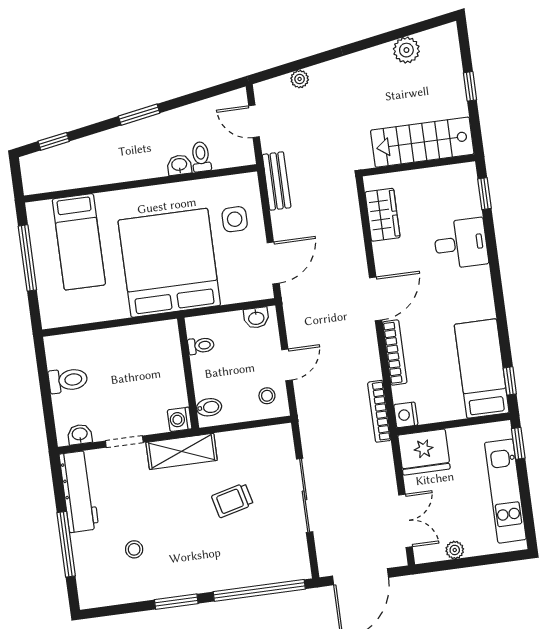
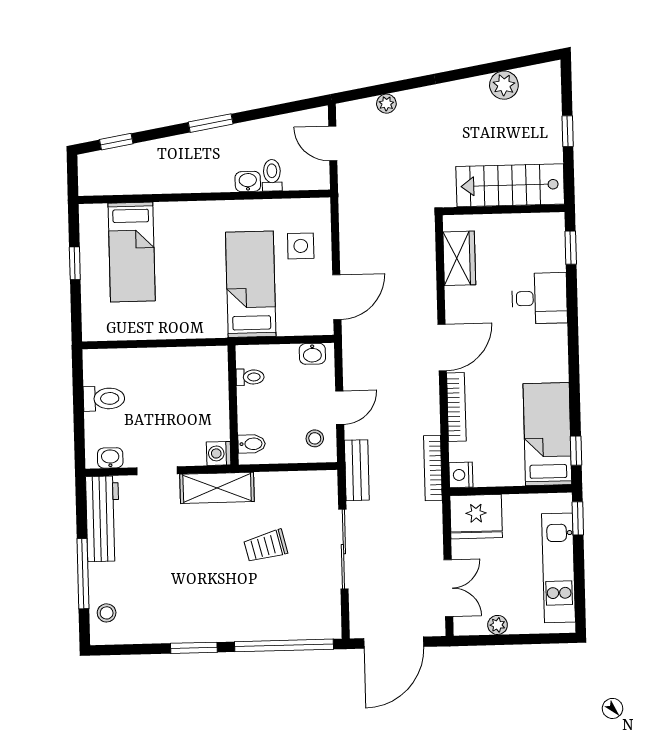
bench: (277, 181) -> (357, 470), moved
window: (27, 258) -> (75, 263), width x0.46
bed: (169, 263) -> (251, 284), width x0.49
stool: (134, 549) -> (107, 613), moved

